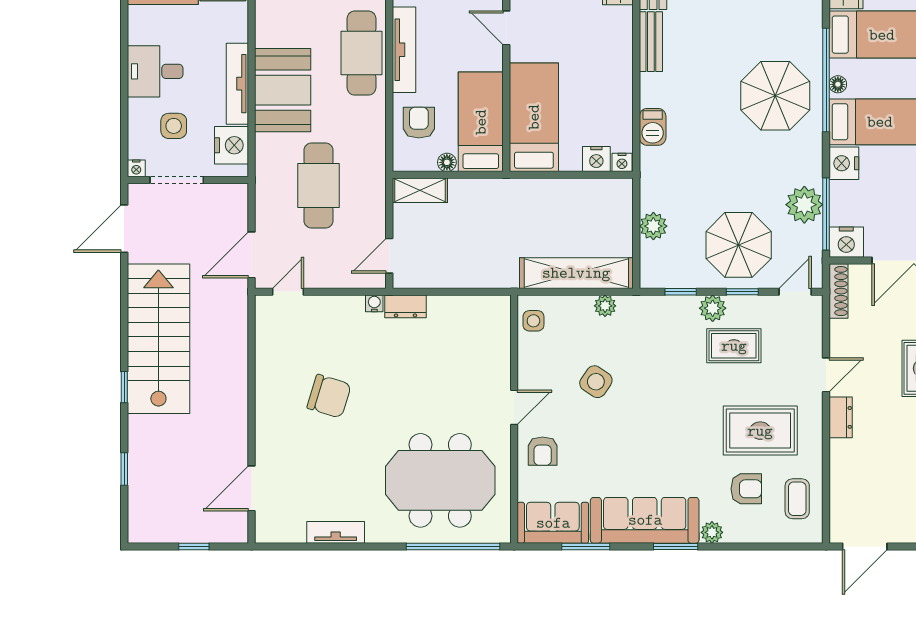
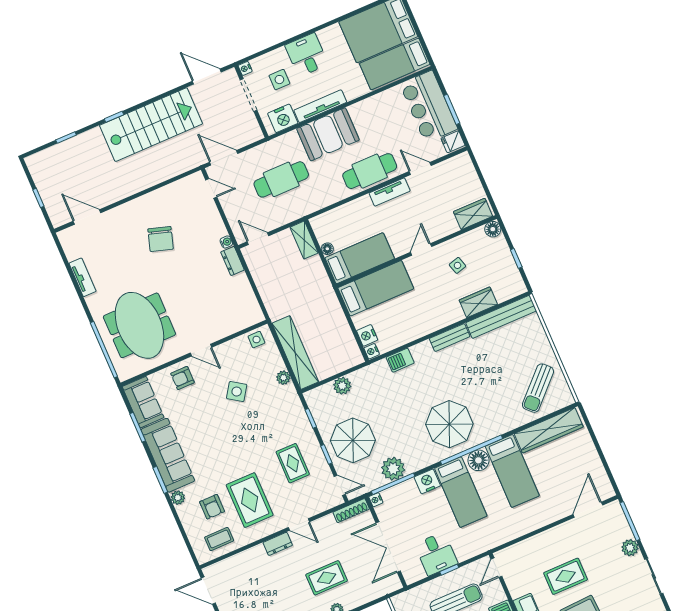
tv unit: (404, 50) -> (390, 192), width x0.71
floor lamp: (838, 84) -> (478, 460), width x1.89, depth x1.89
armchair: (419, 123) -> (343, 222), removed
nightstand: (846, 242) -> (376, 500), width x0.53, depth x0.56
plant: (713, 308) -> (309, 441), removed

